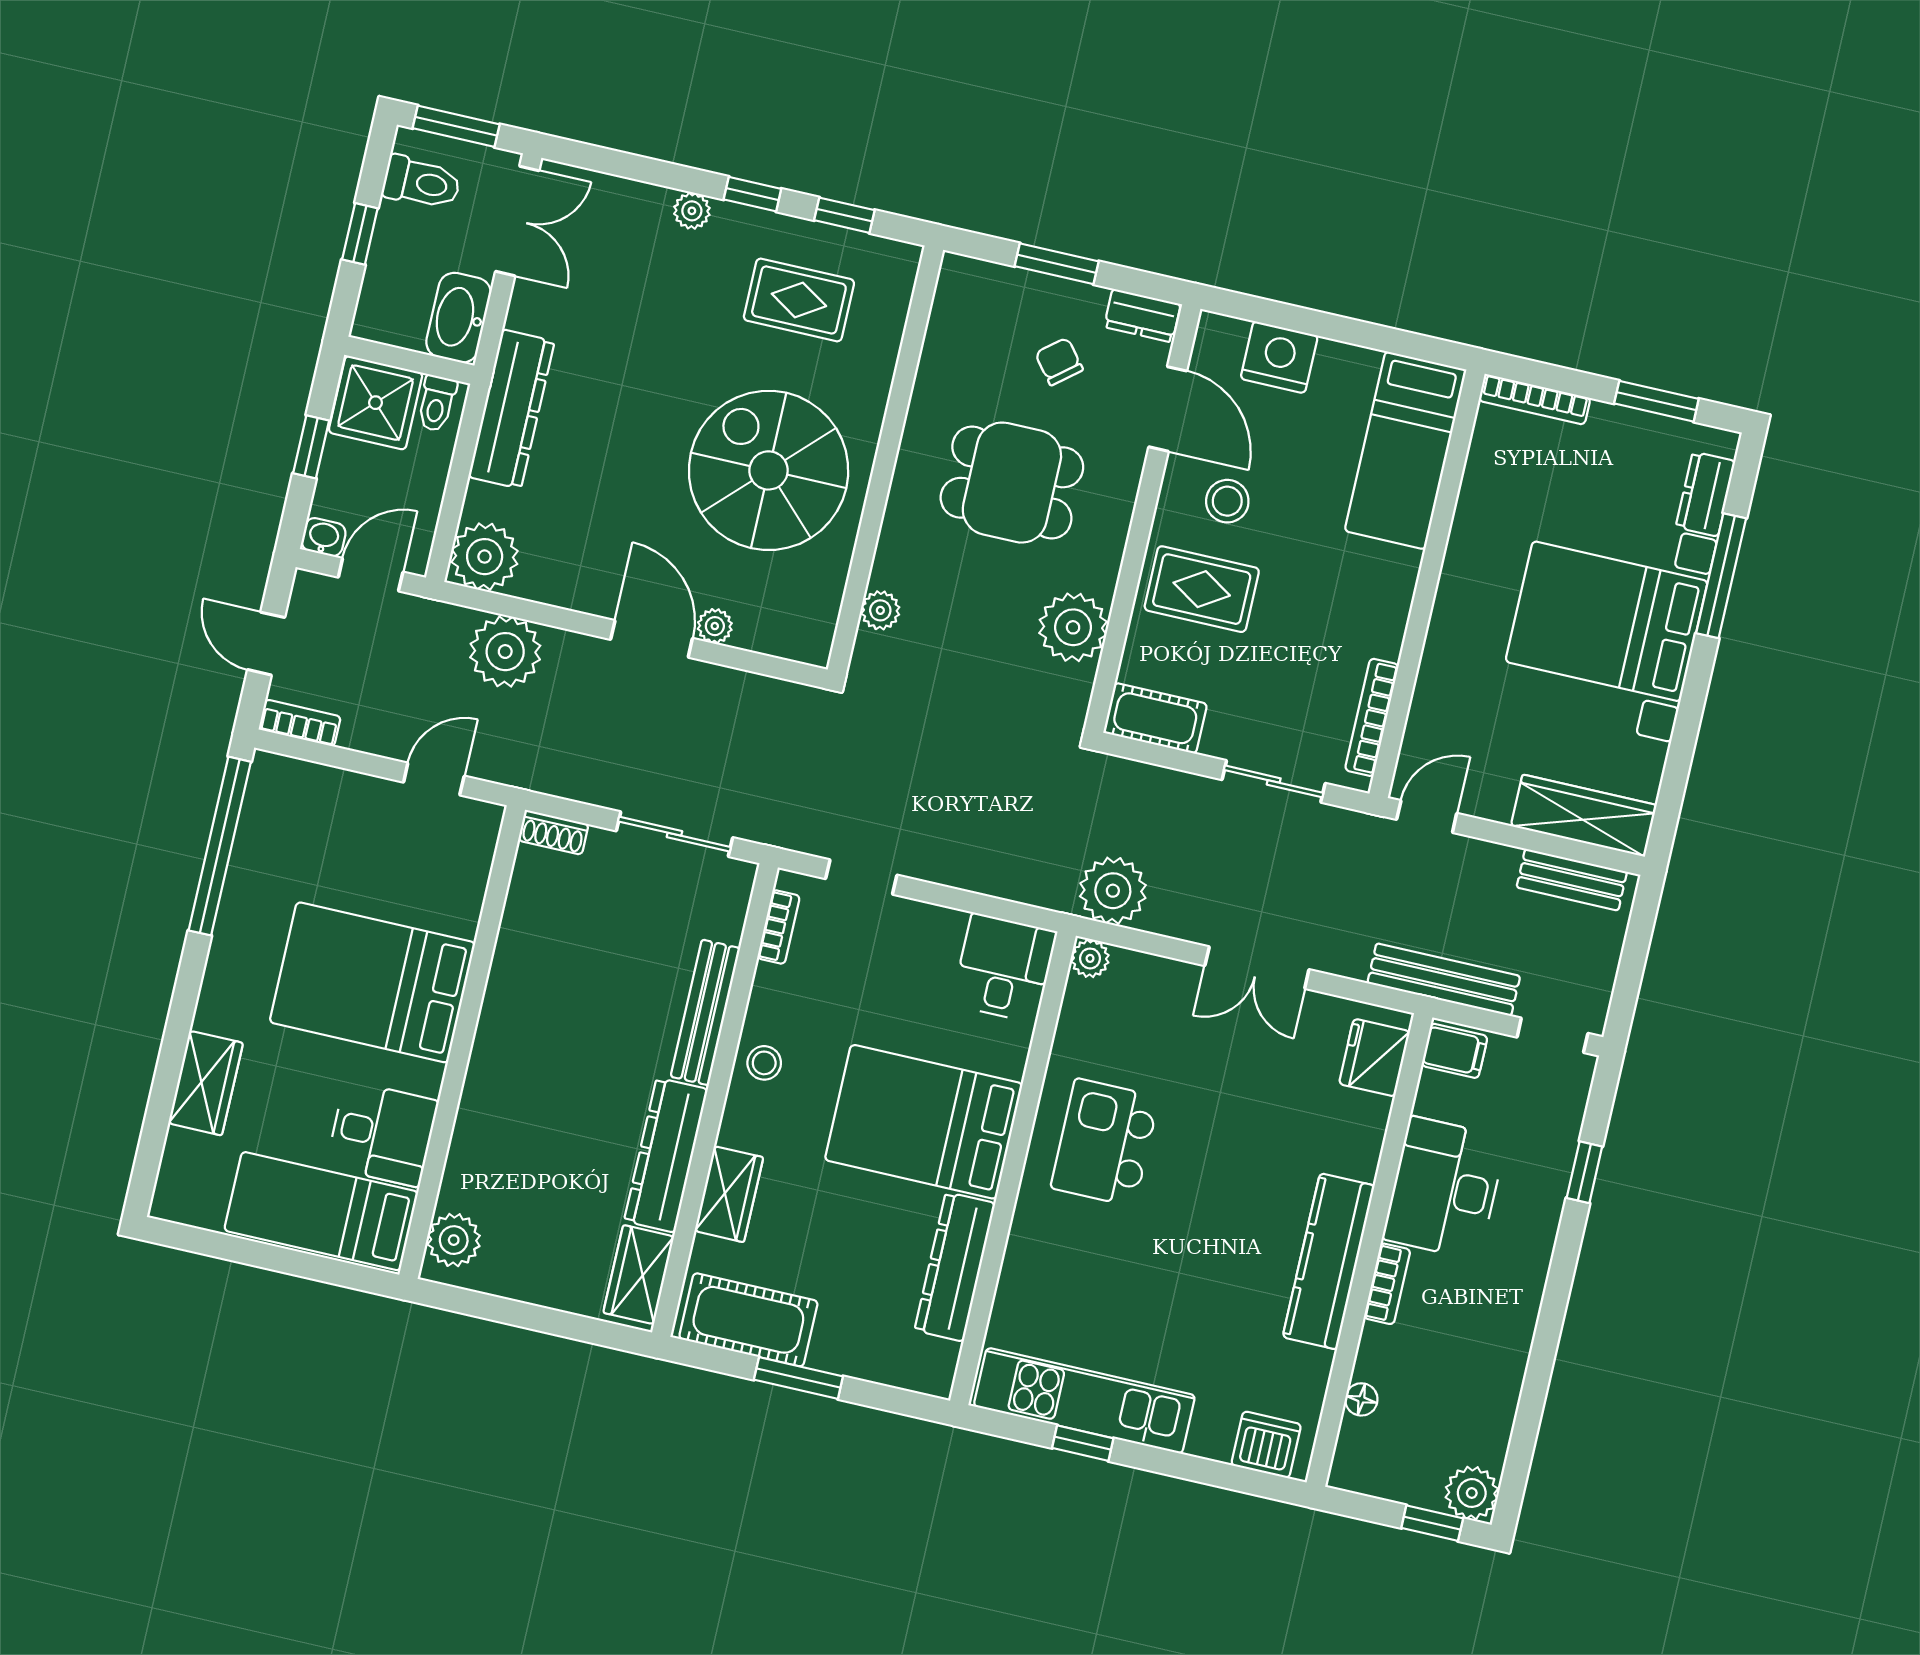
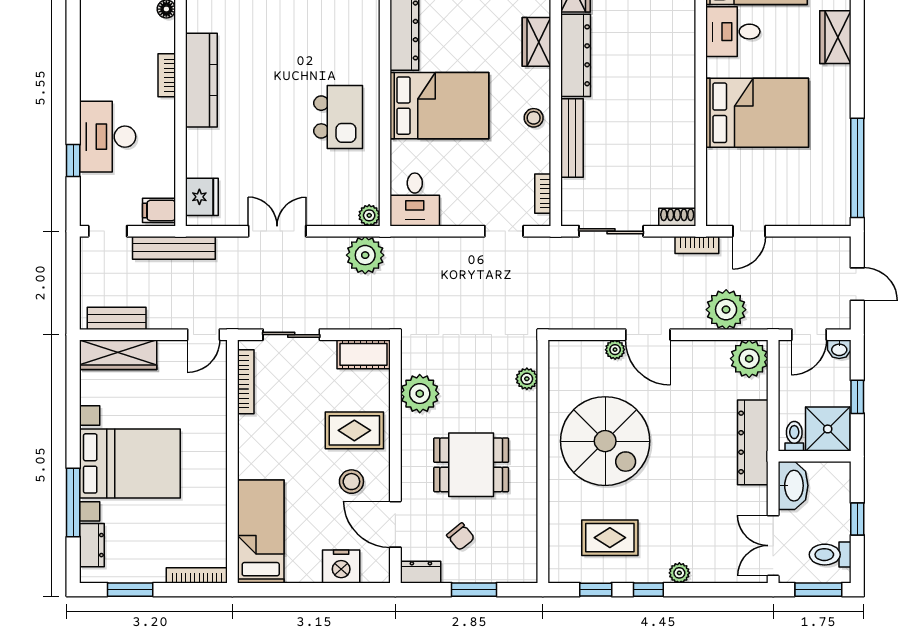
bookcase: (300, 723) -> (697, 245), moved
desk: (1444, 1188) -> (108, 137), moved, turned 180

